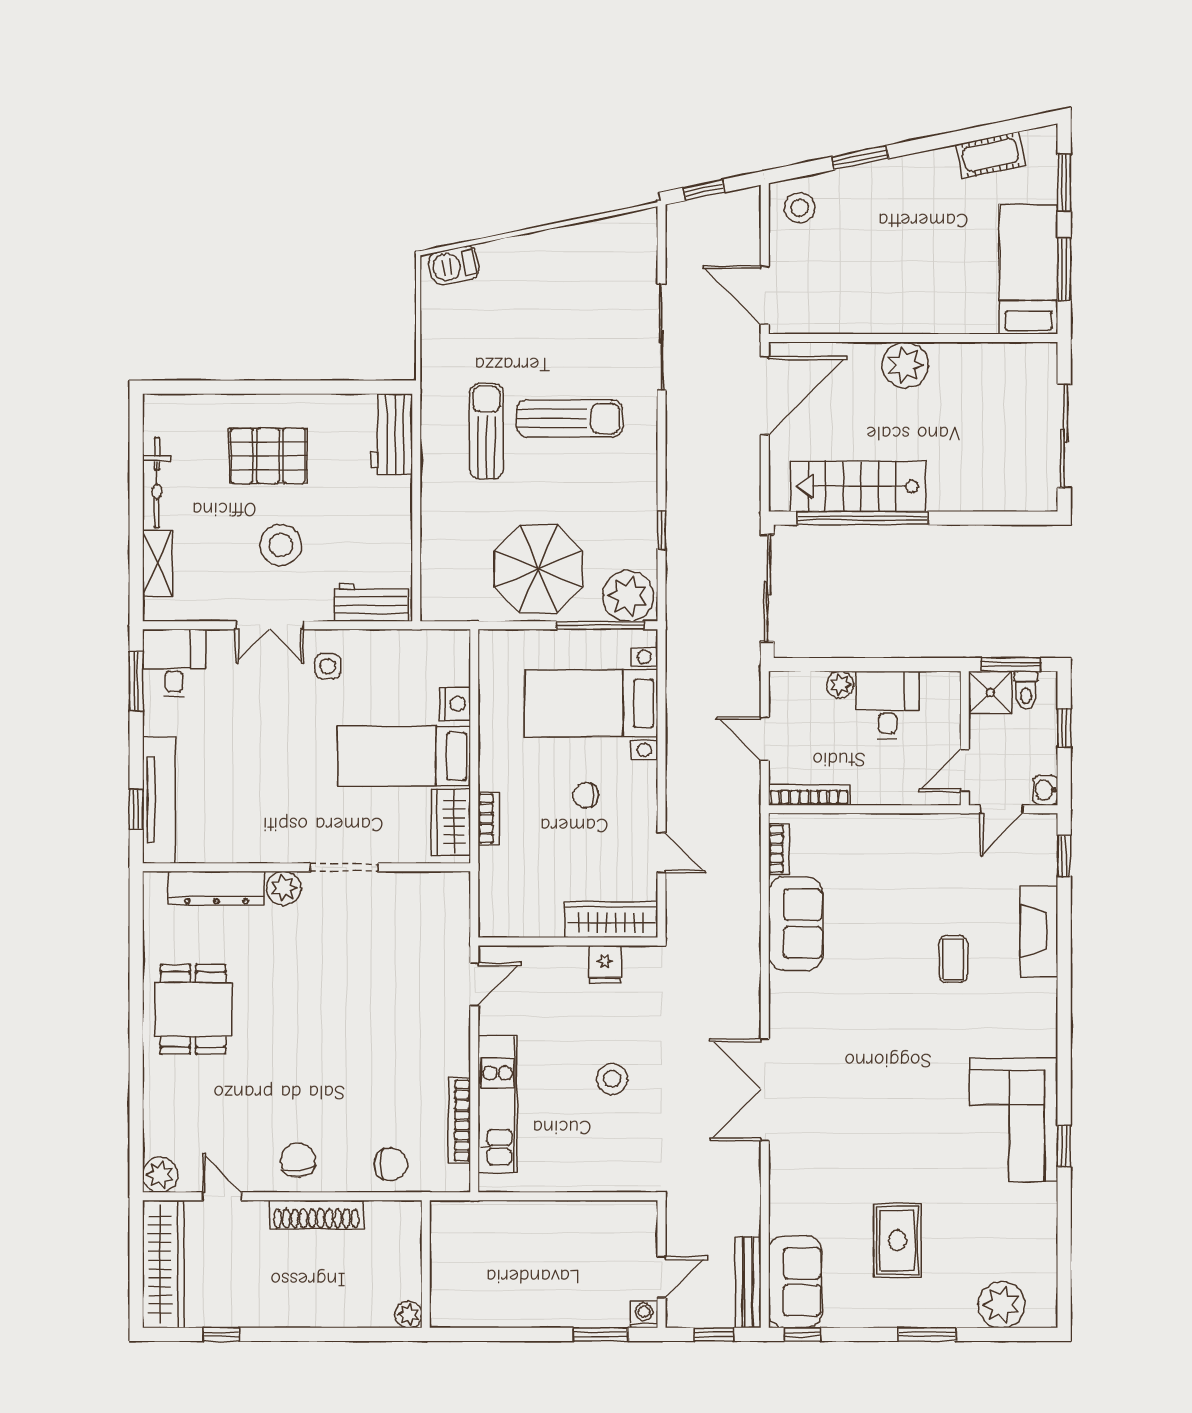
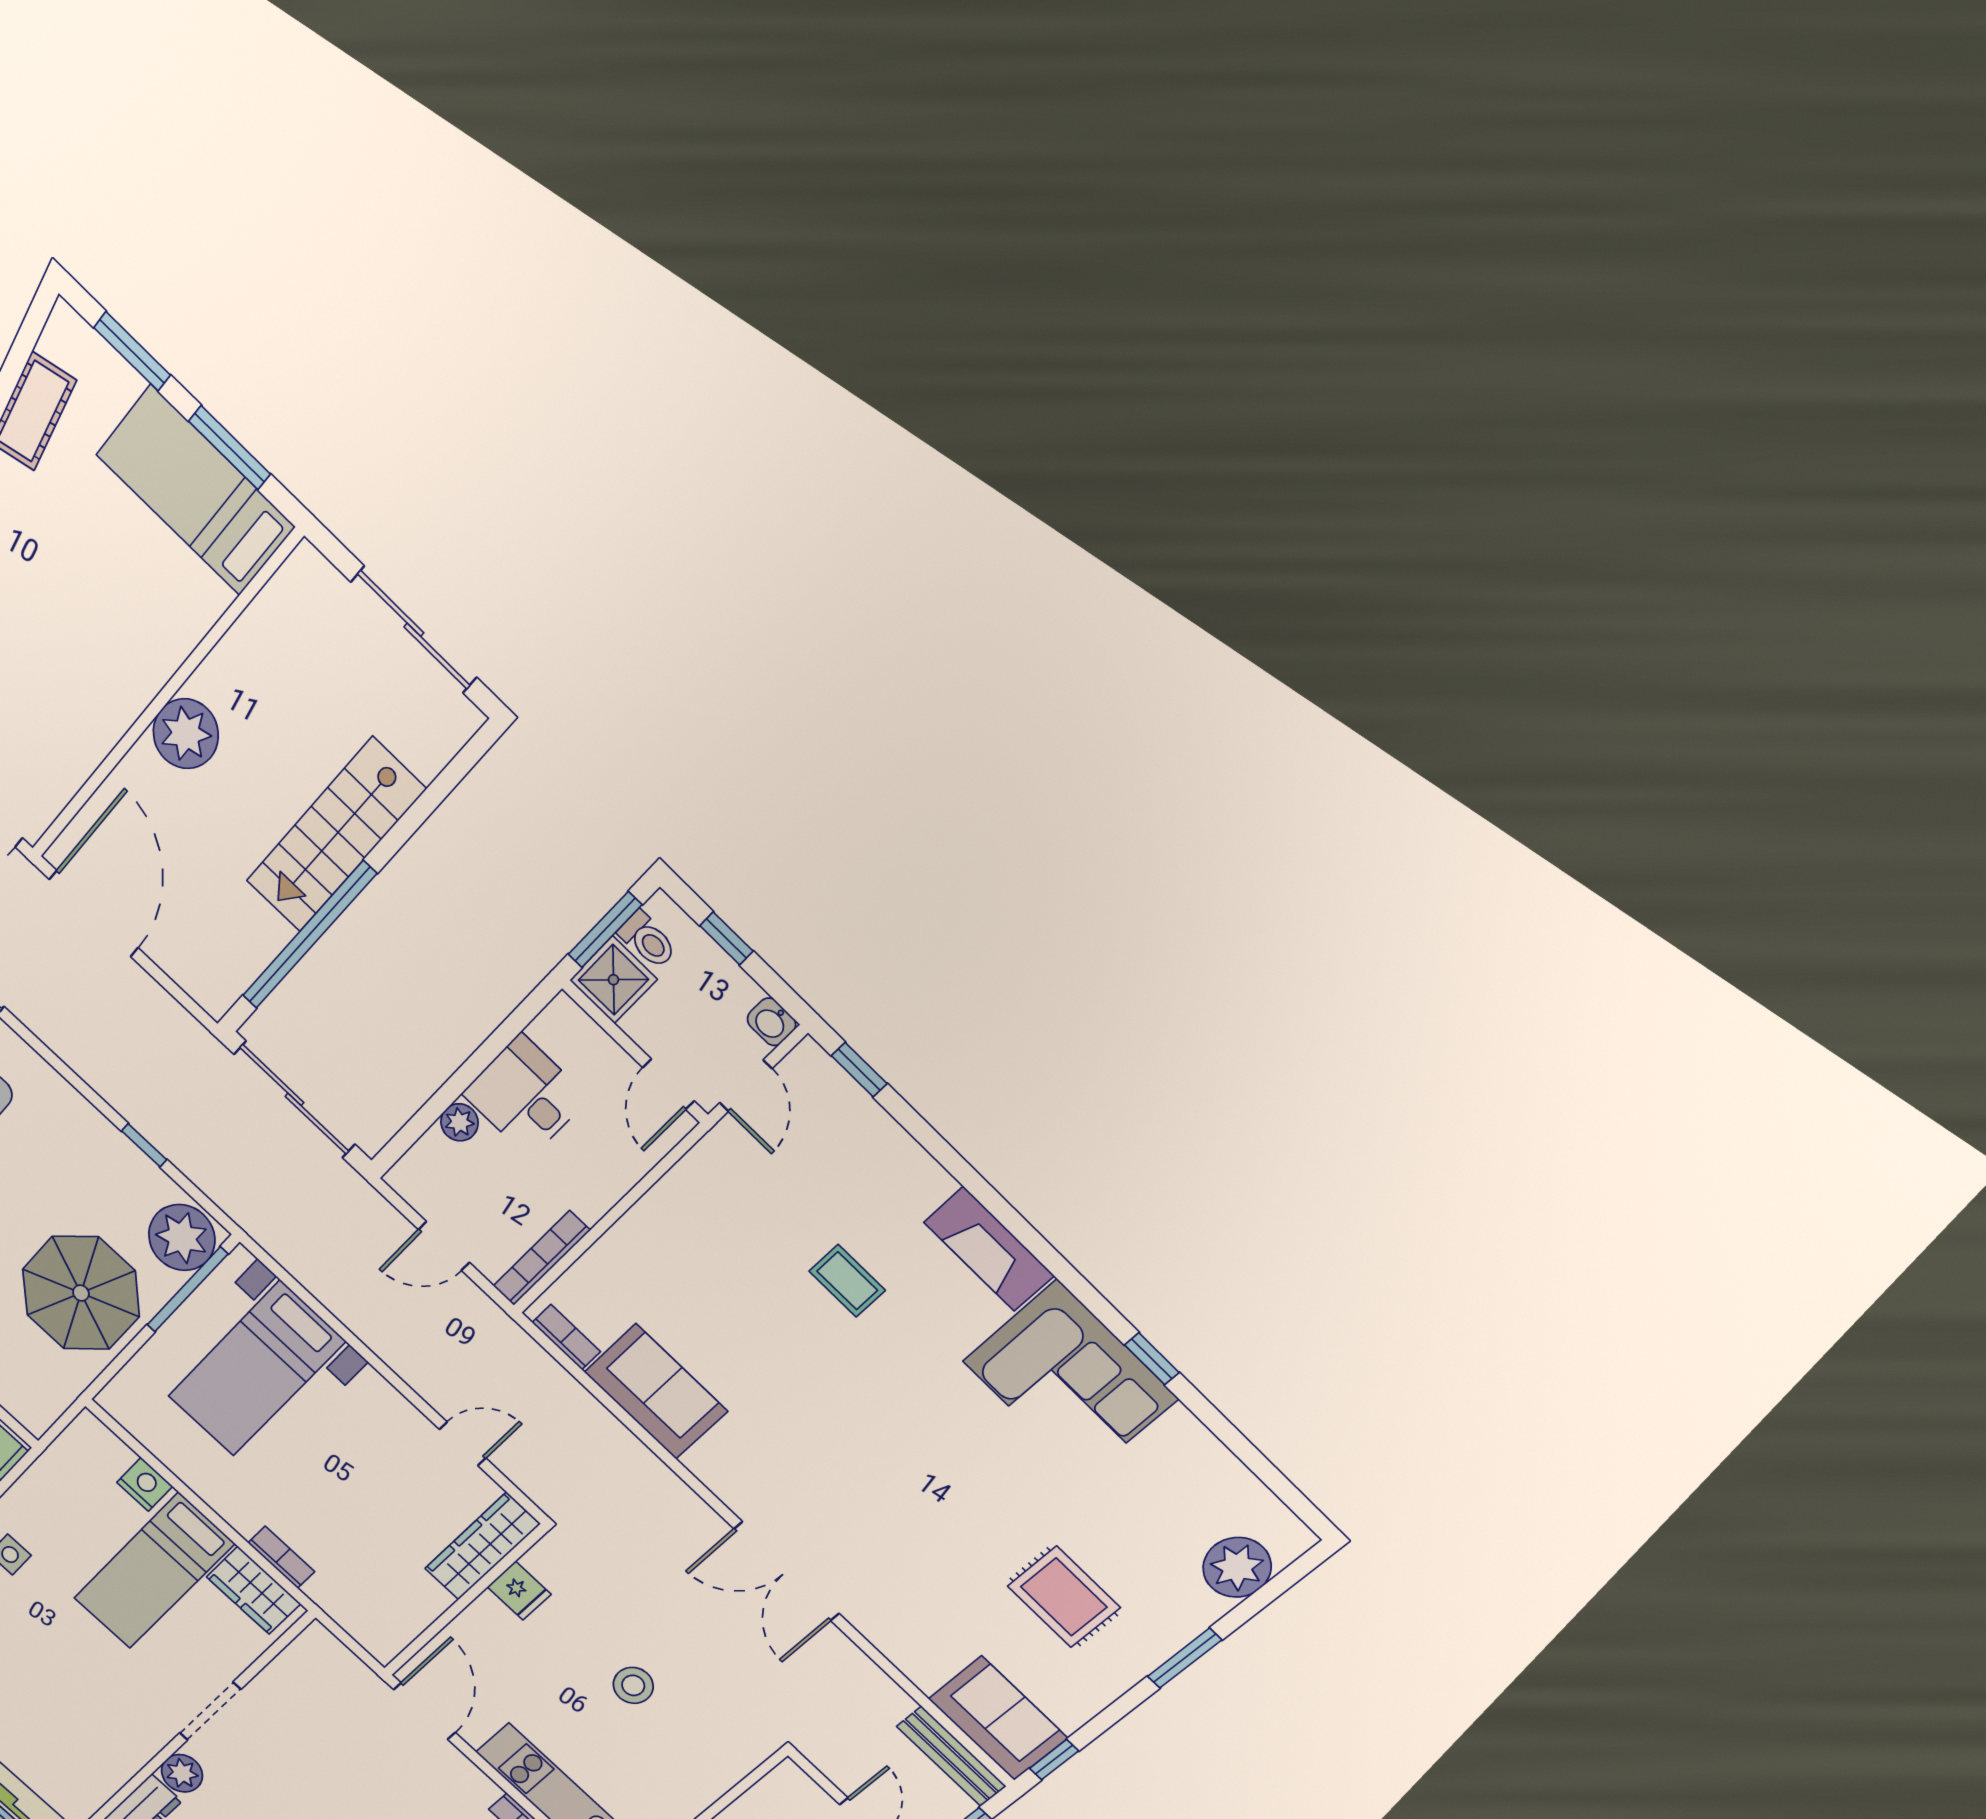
stairs: (858, 486) -> (336, 835), moved
chair: (586, 795) -> (341, 1456), removed
fireplace: (1039, 931) -> (989, 1249), moved
door: (474, 984) -> (424, 1711), width x1.38

